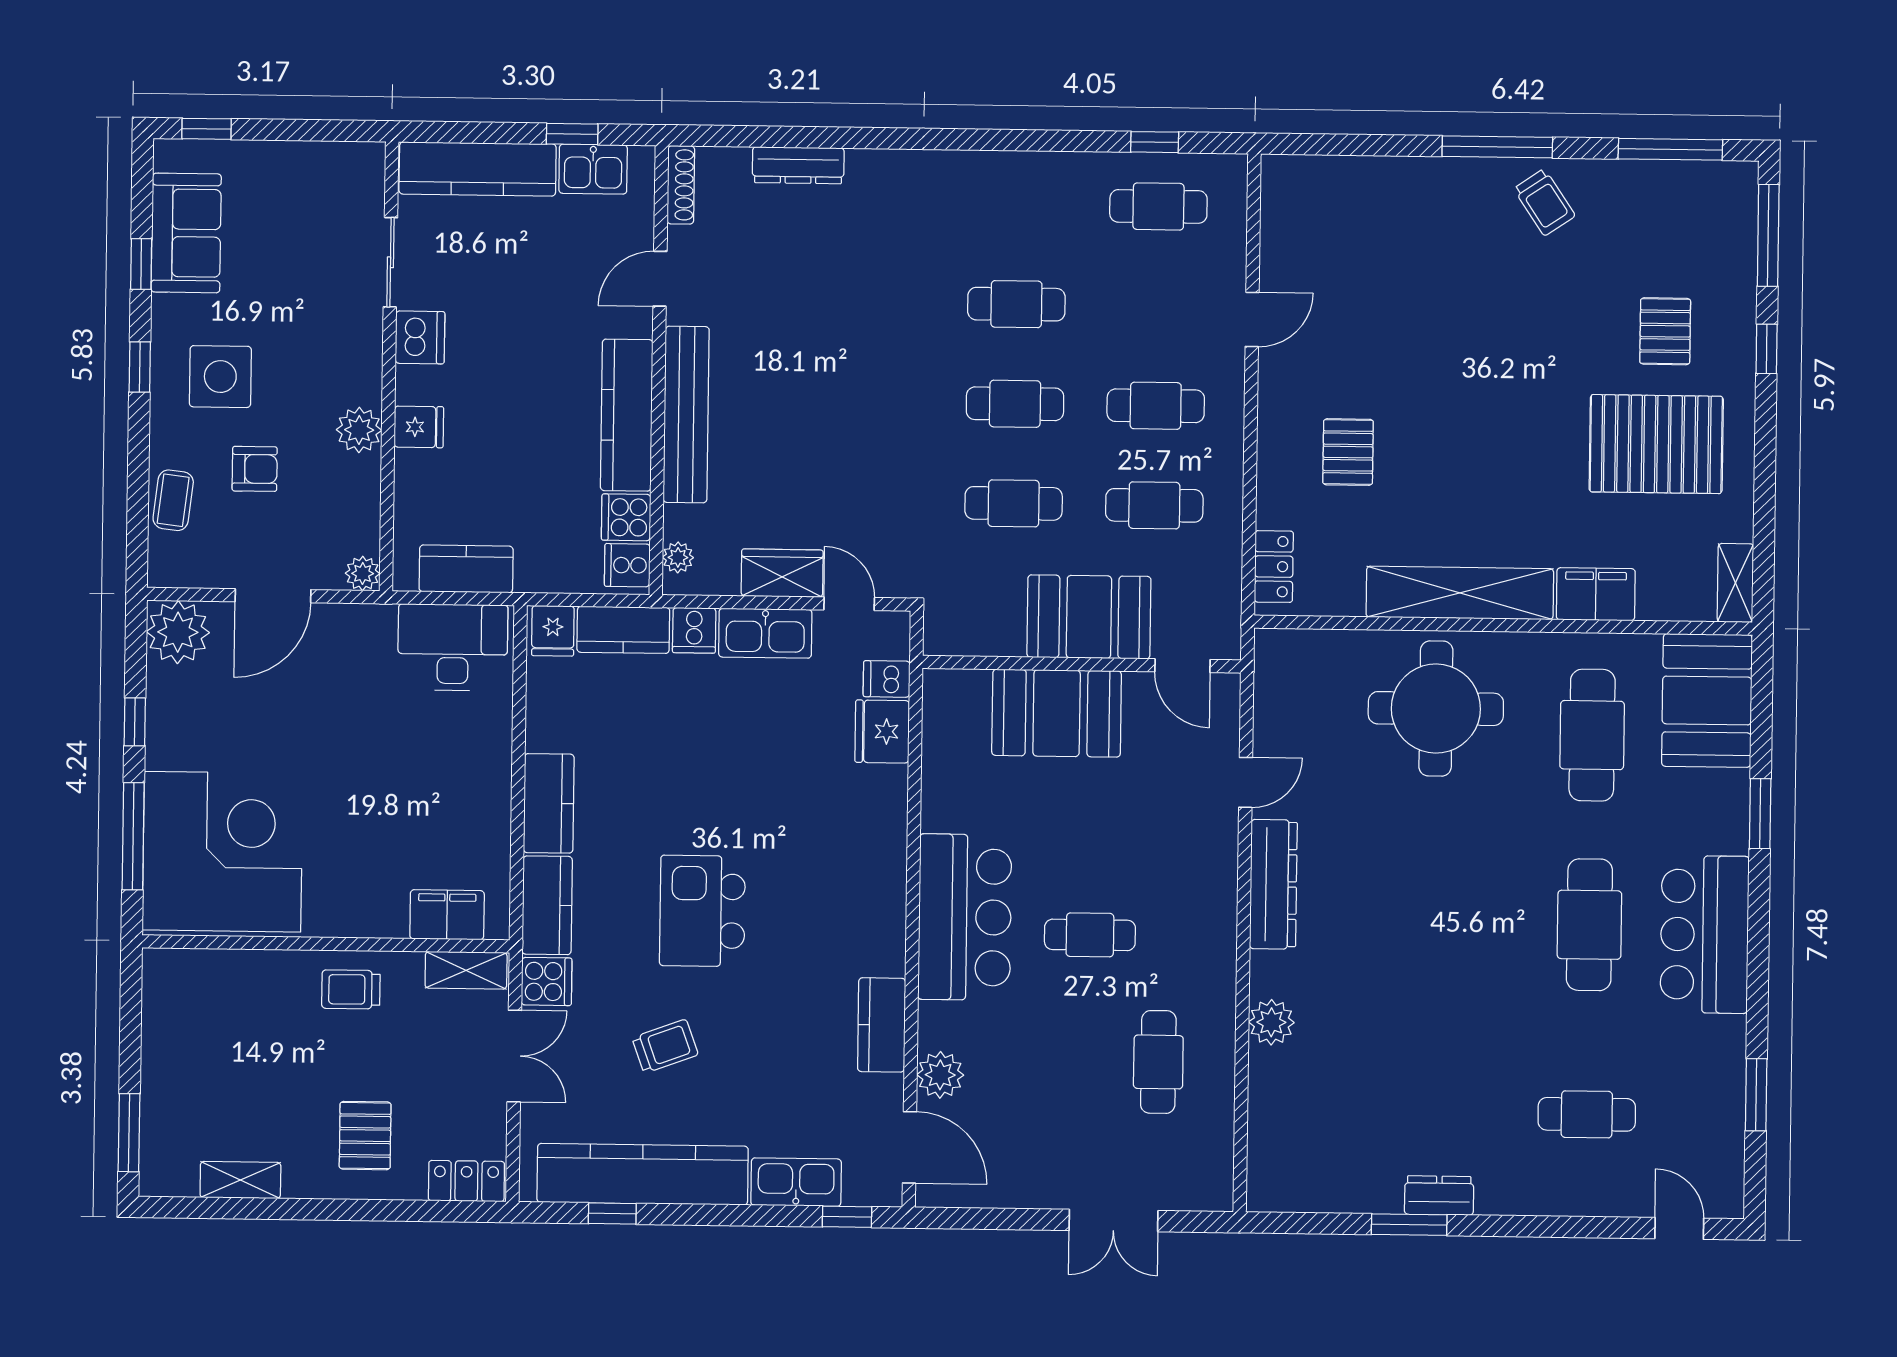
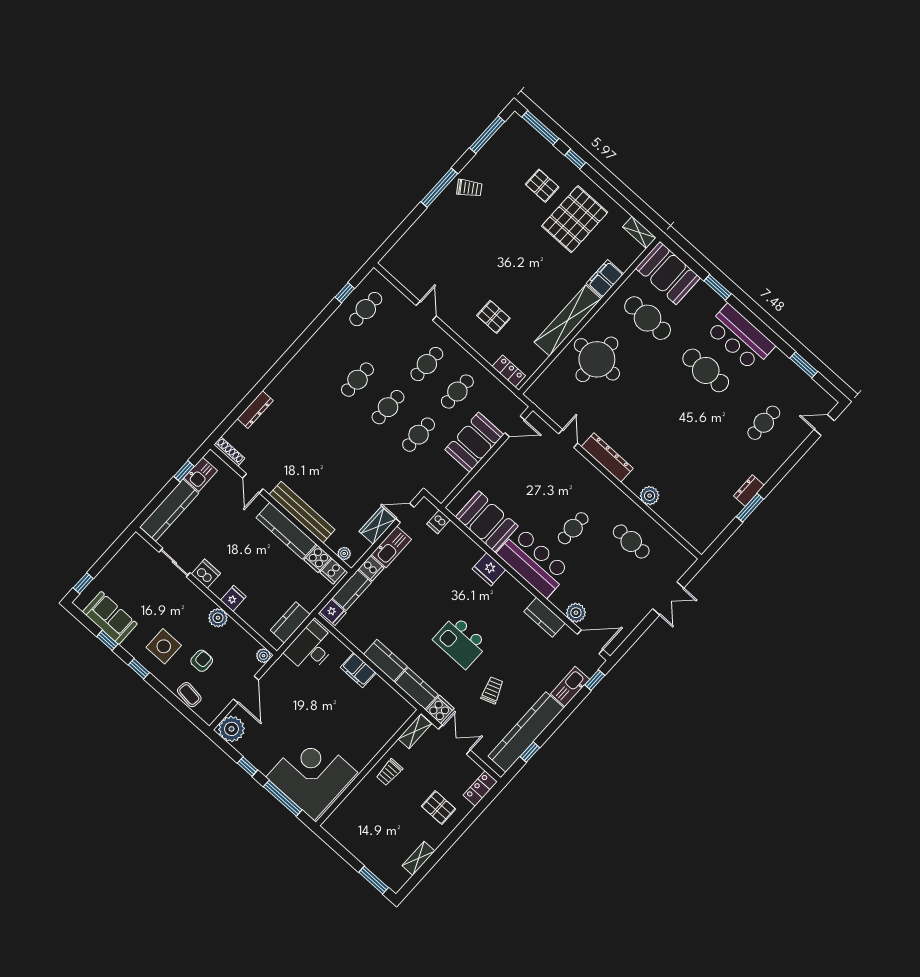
booth: (1057, 713) -> (487, 522), moved, turned 90
fridge: (882, 731) -> (489, 569), moved
filing cabinet: (447, 915) -> (358, 670), moved, turned -90

